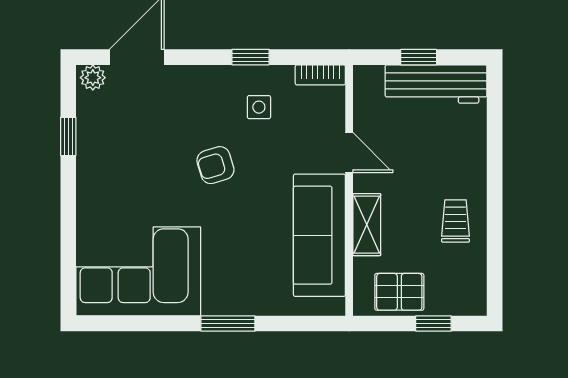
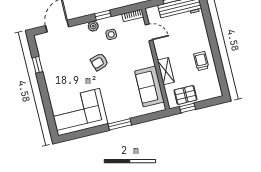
plant: (93, 78) -> (93, 26), moved
door: (349, 153) -> (149, 32), moved
sofa: (319, 235) -> (149, 86), width x0.73
window: (433, 324) -> (188, 108), moved

